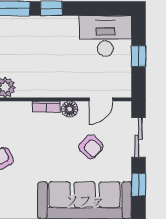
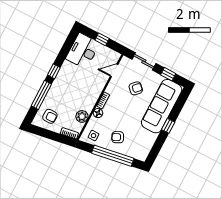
door: (101, 99) -> (114, 70), swing flipped
floor lamp: (70, 109) -> (98, 113), moved

